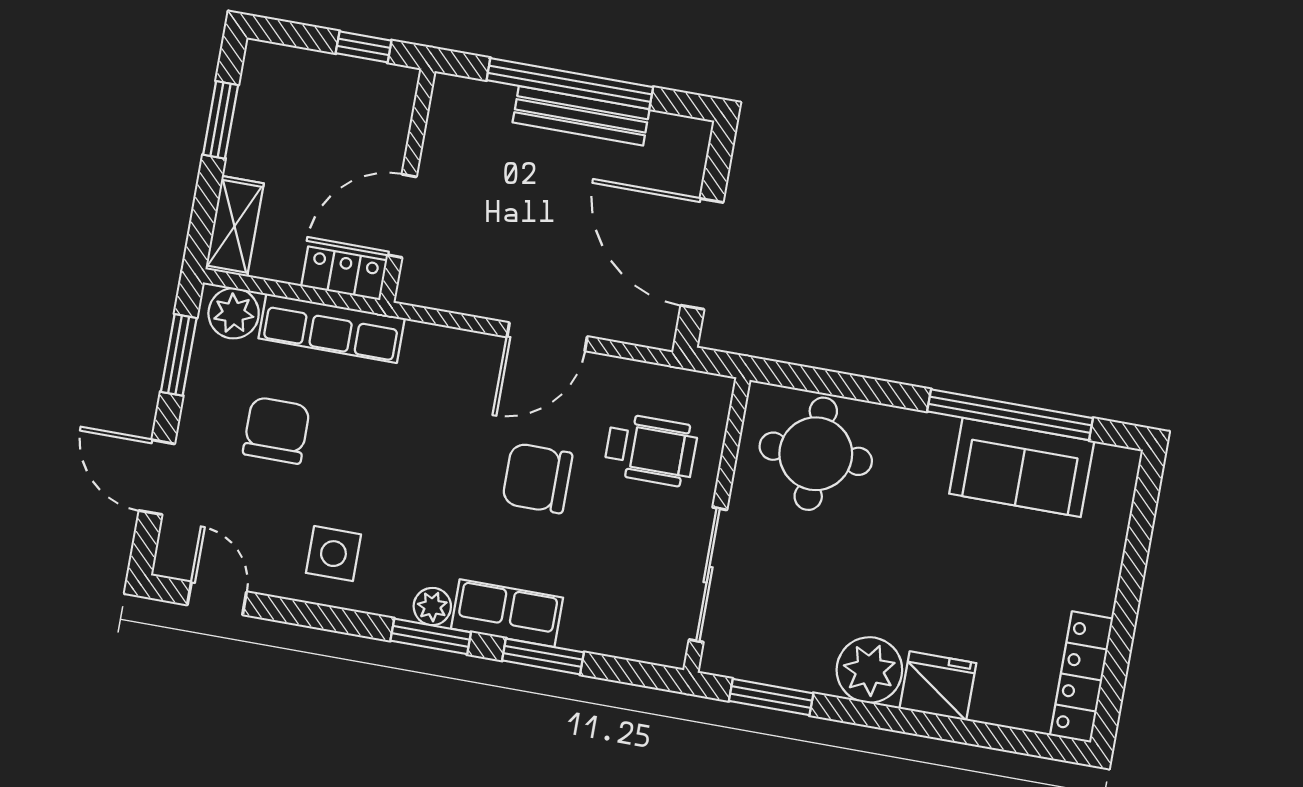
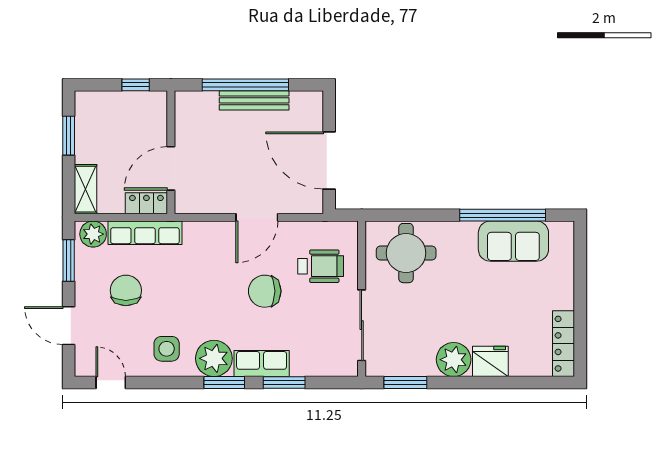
plant: (432, 607) -> (214, 358), width x1.87, depth x1.87

